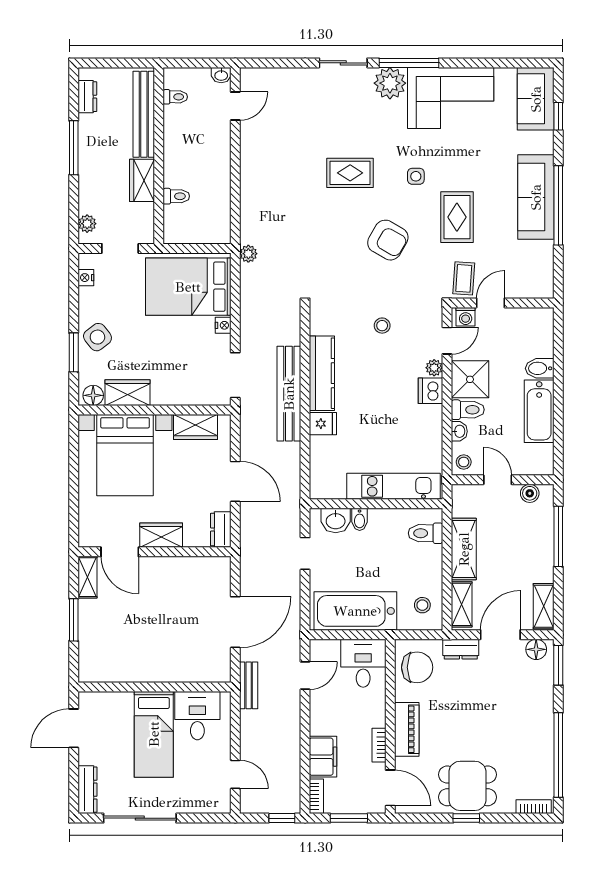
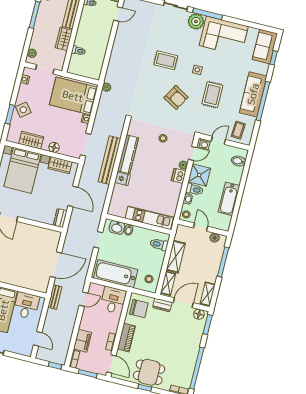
coffee table: (464, 278) -> (238, 130), moved
bidet: (540, 368) -> (239, 161), moved
floor lamp: (93, 395) -> (54, 147), moved
wardrobe: (161, 535) -> (30, 214), removed

